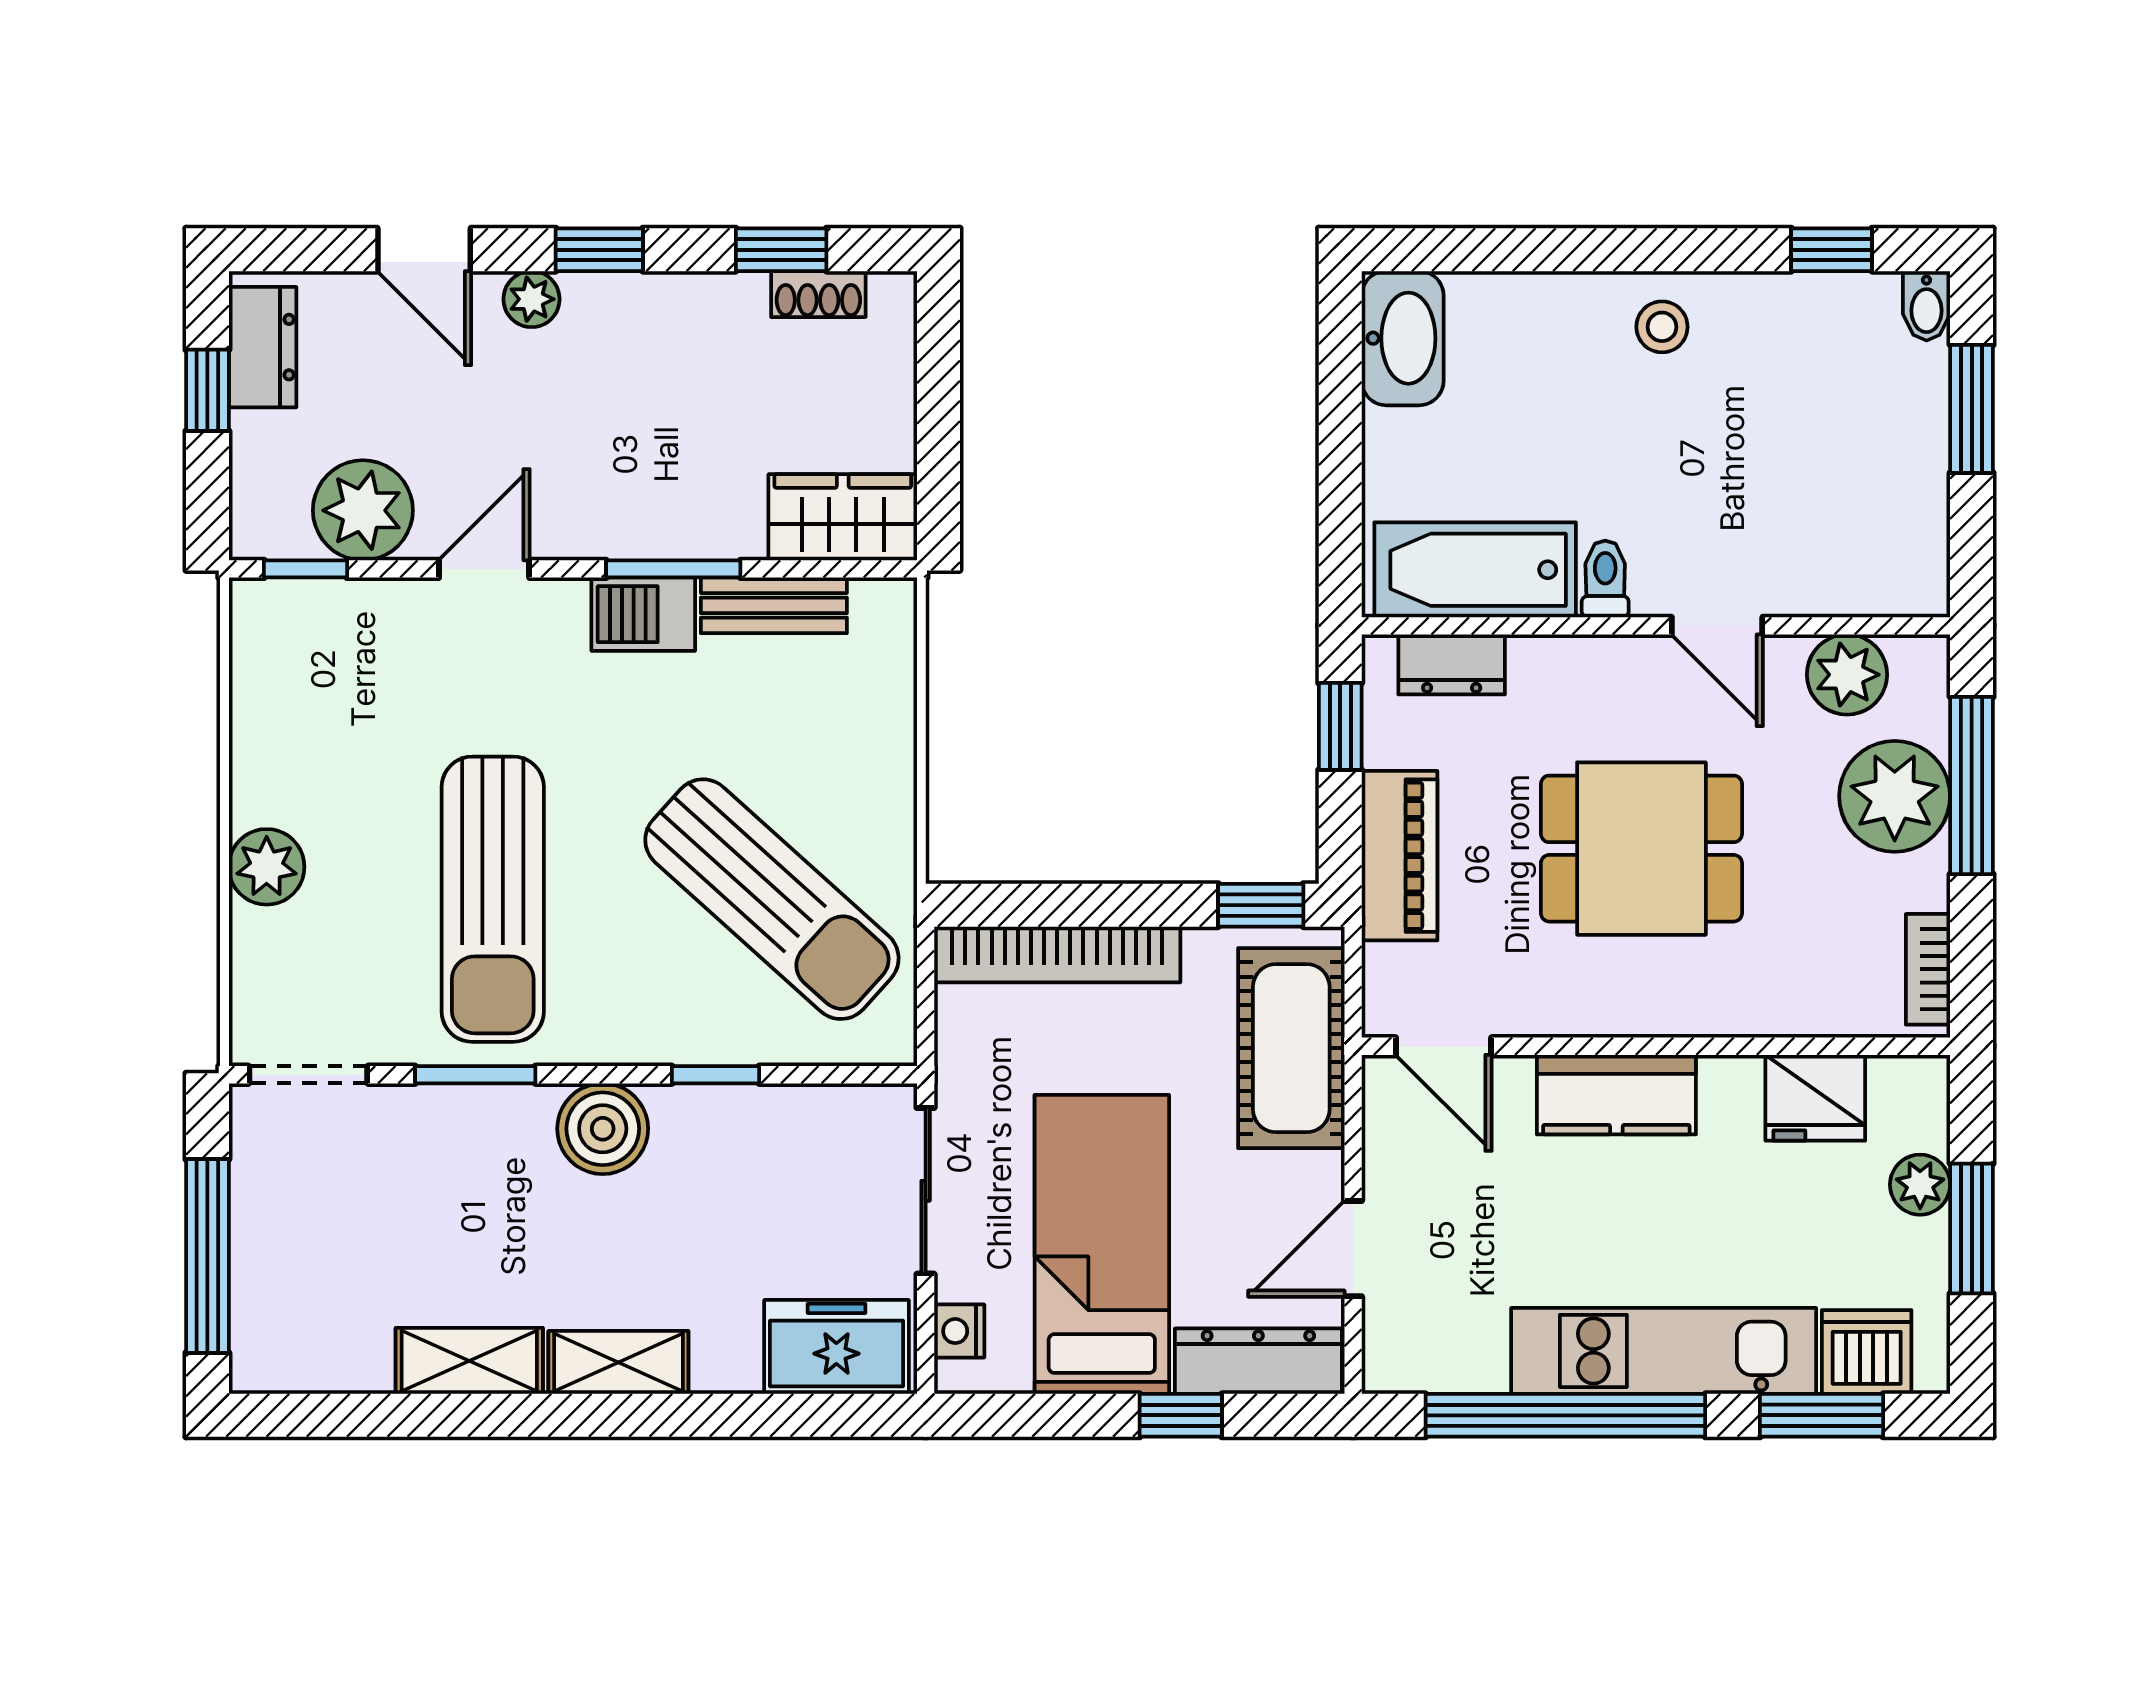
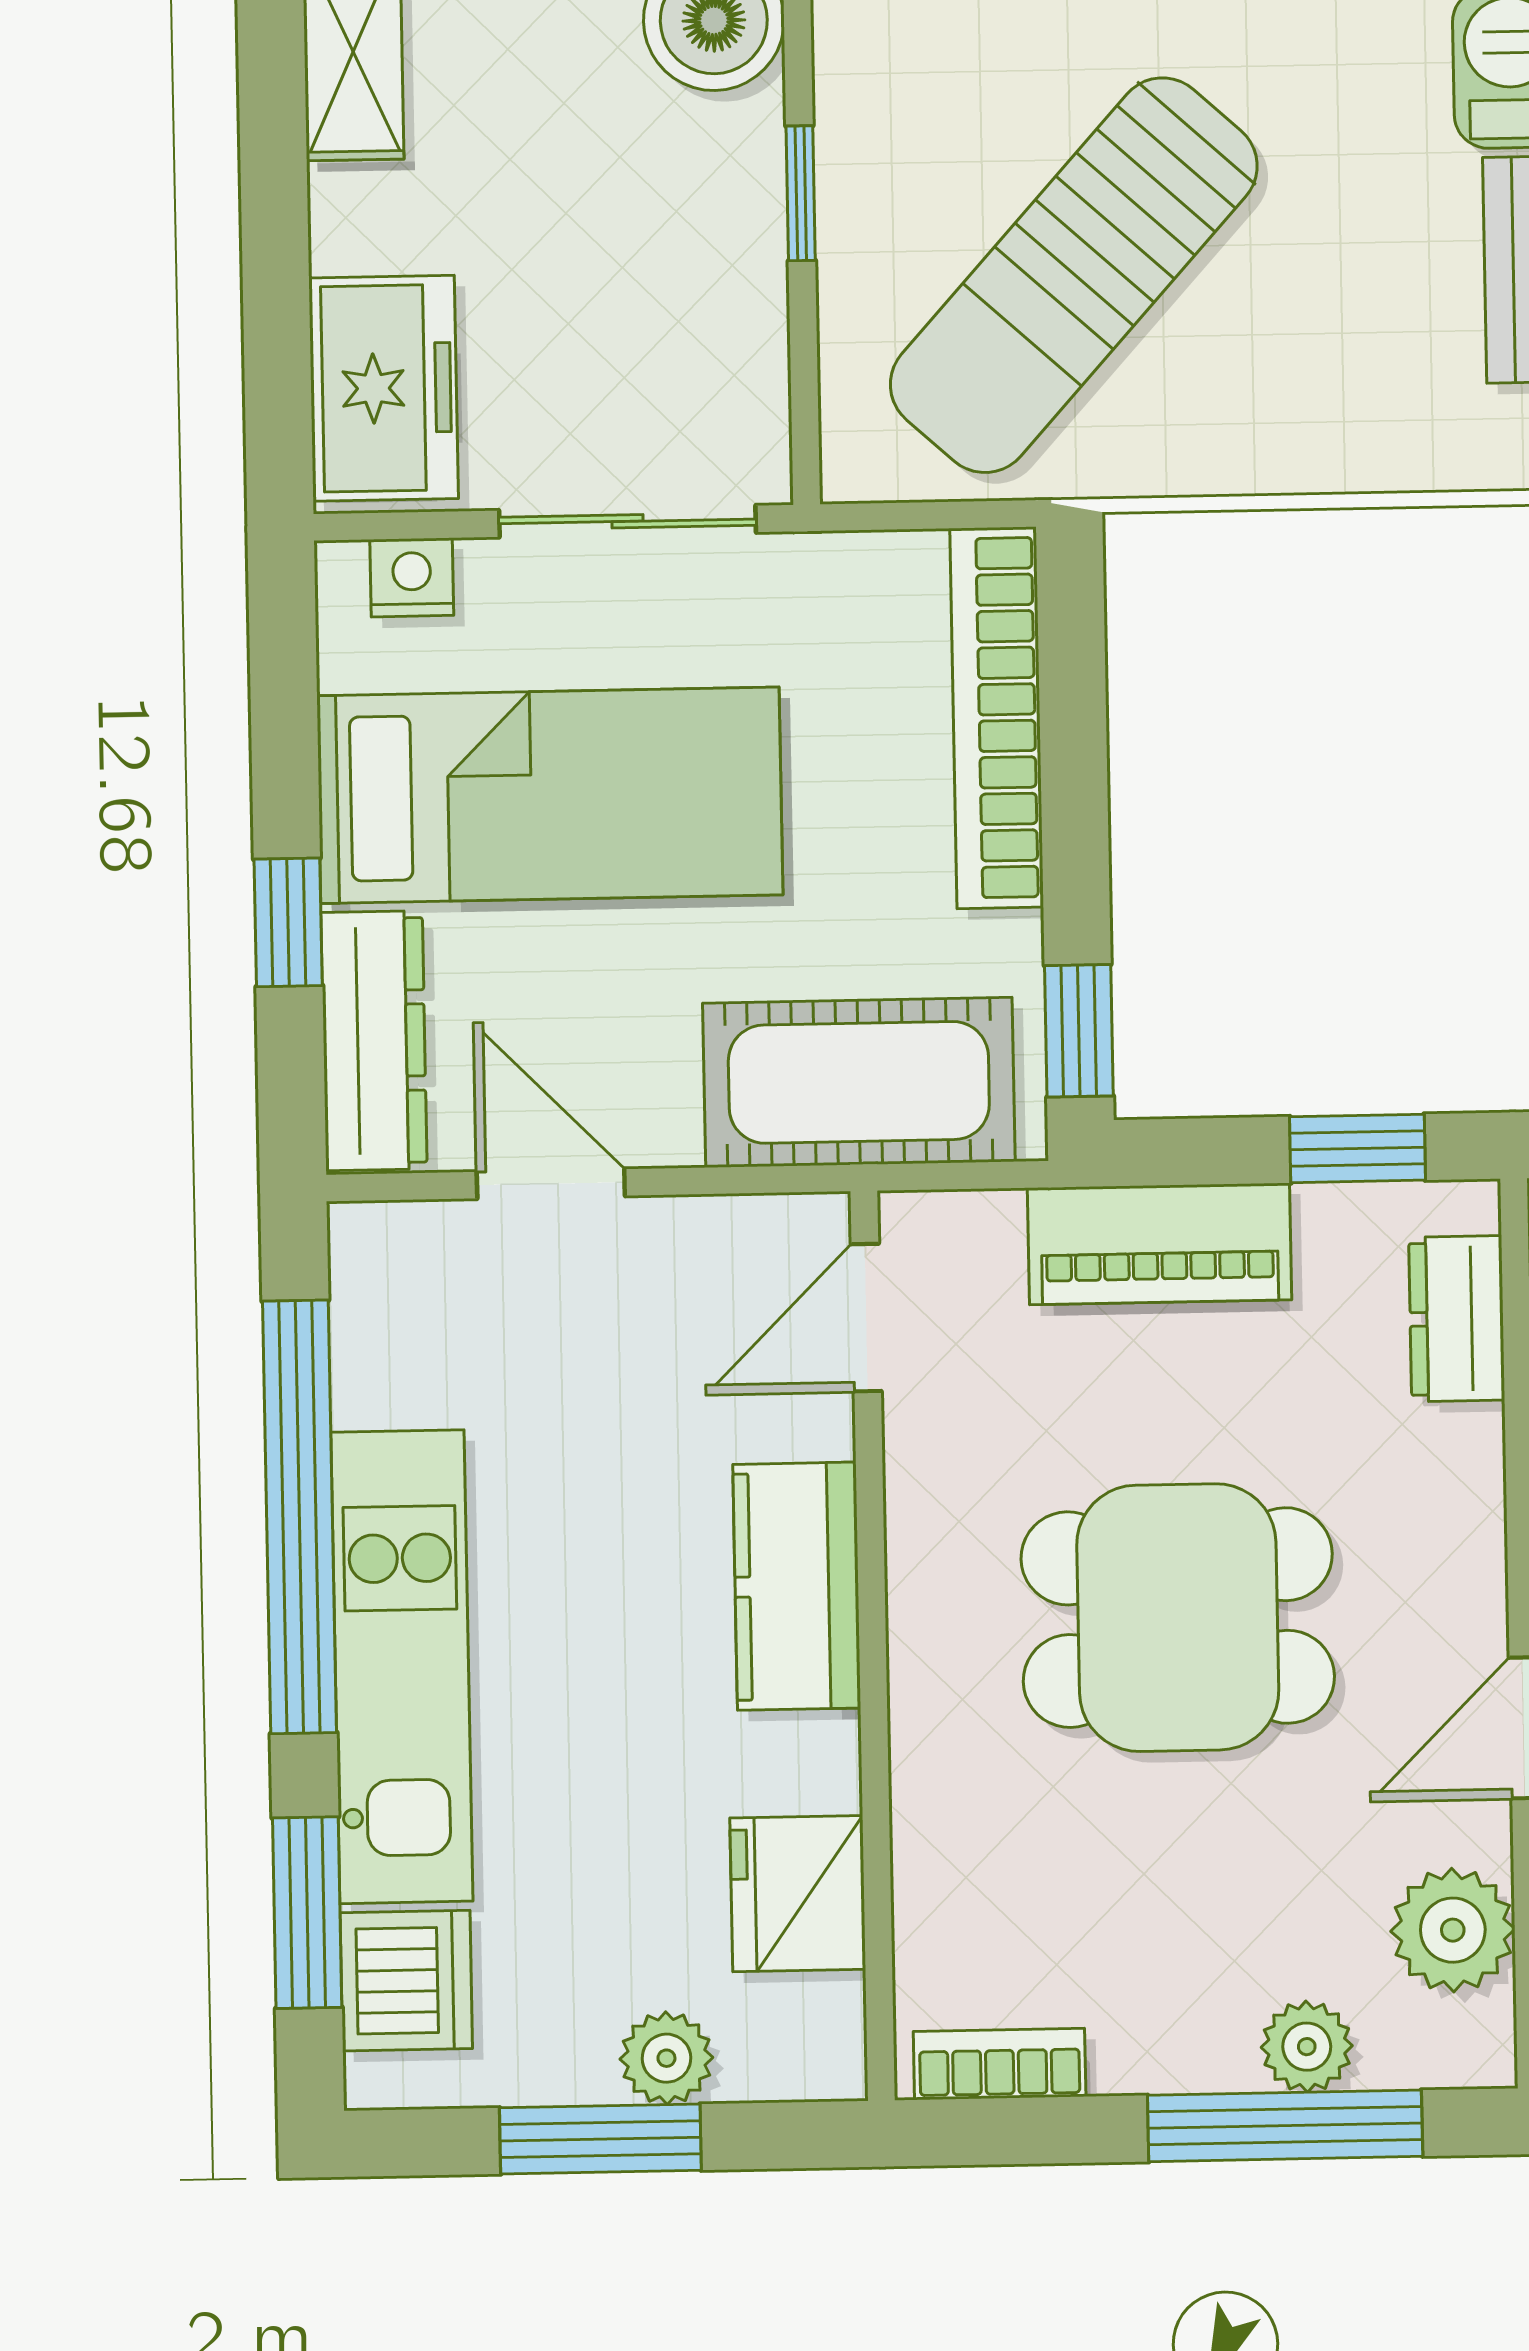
plant: (1895, 796) -> (1307, 2047), width x0.53, depth x0.53
dining table: (1641, 849) -> (1178, 1618), turned 90

